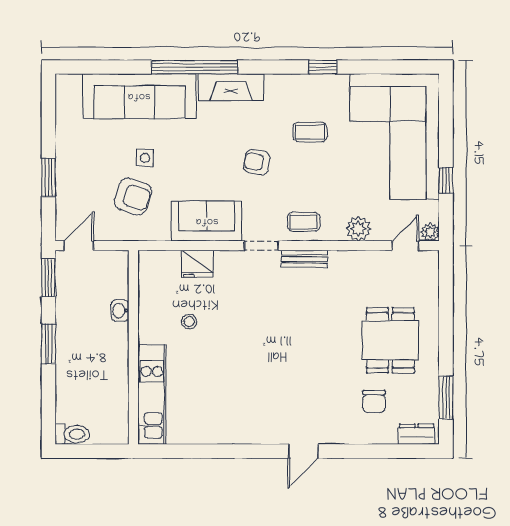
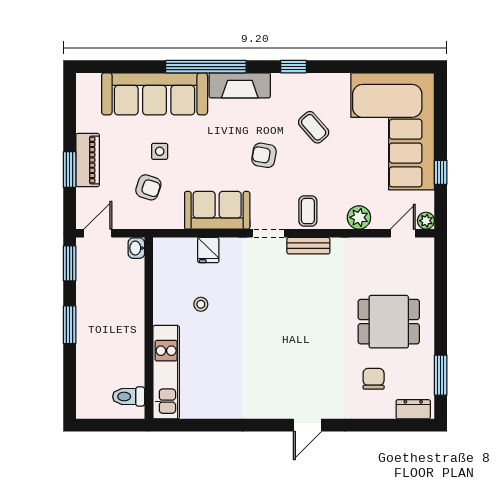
window: (323, 67) -> (294, 67), moved
coffee table: (310, 132) -> (314, 127), turned 49
piano: (68, 167) -> (88, 160), added
armchair: (133, 196) -> (148, 187), width x0.72, depth x0.72
coffee table: (304, 222) -> (308, 211), turned 90
fridge: (197, 264) -> (208, 250), width x0.72
washbasin: (120, 311) -> (136, 248), moved
dining table: (390, 340) -> (389, 322), turned 90
chair: (374, 401) -> (374, 379), turned 180
toilet: (72, 434) -> (129, 397), moved, turned 180

